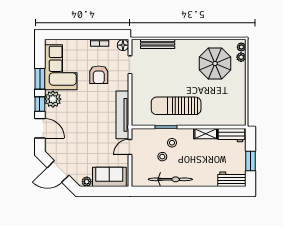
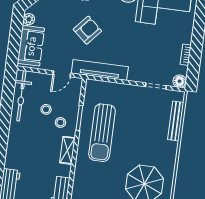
armchair: (99, 75) -> (87, 30), moved, turned 131
sun lounger: (176, 106) -> (102, 133), turned 180
shelving: (206, 134) -> (67, 150), moved
door: (130, 147) -> (62, 74), swing flipped
bicycle: (170, 179) -> (21, 96), moved

